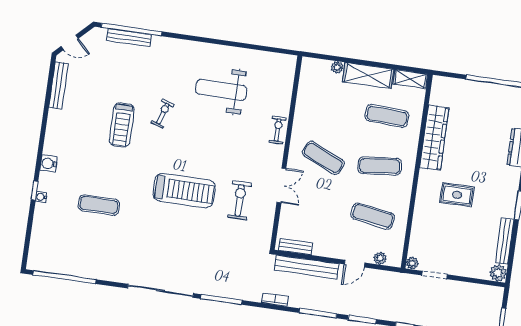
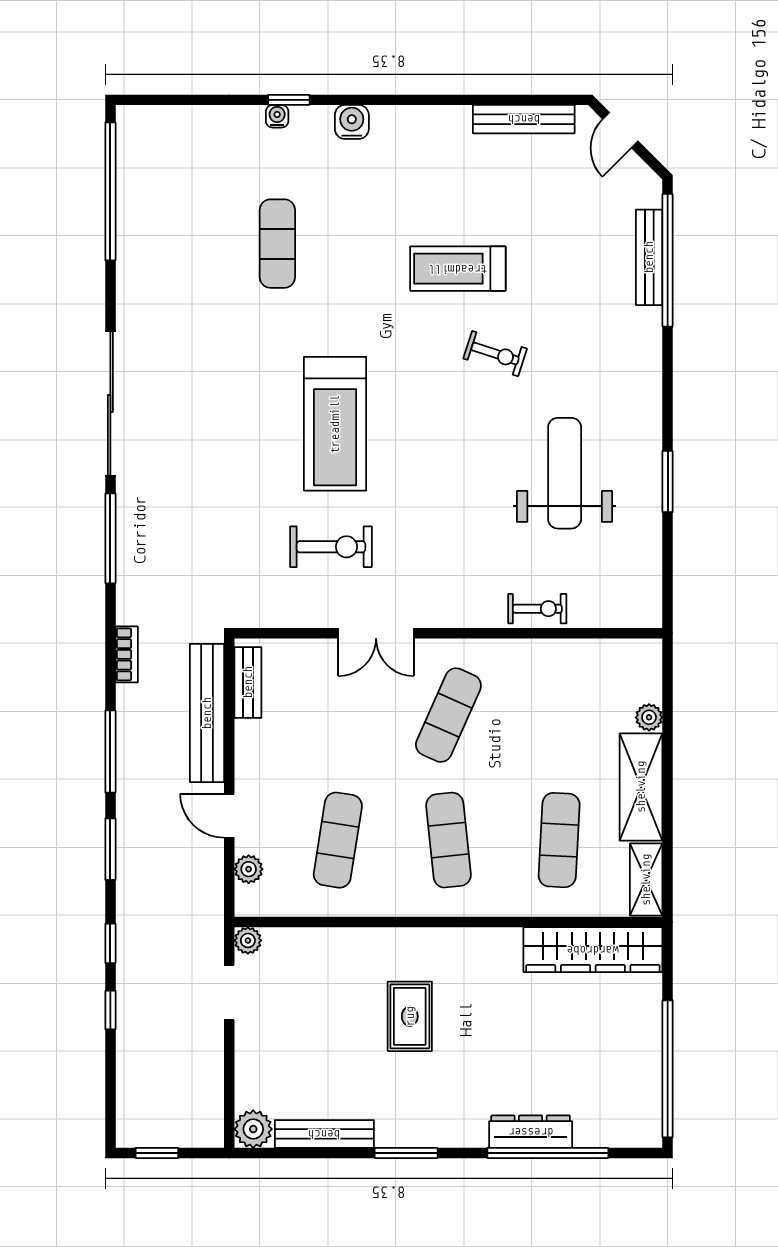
window: (232, 44) -> (668, 482), added
exercise bike: (278, 130) -> (537, 609), moved
wardrobe: (434, 138) -> (593, 950), moved

